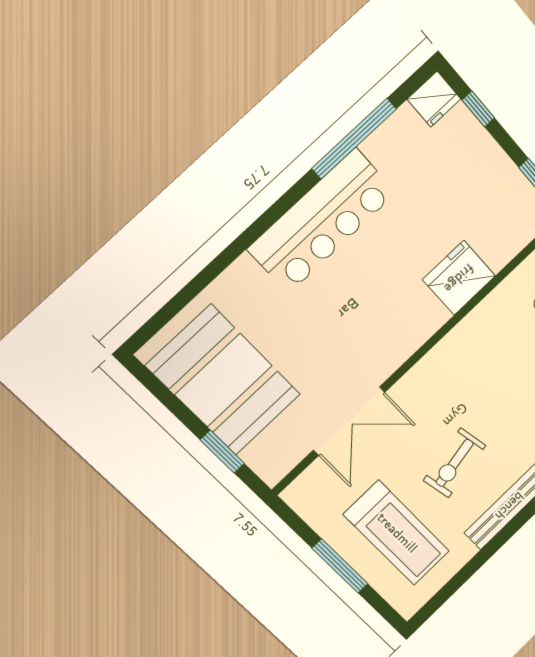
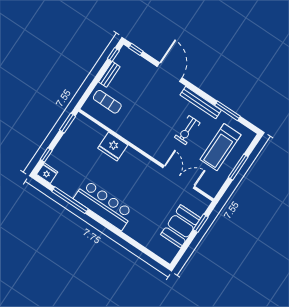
booth: (224, 380) -> (181, 226), width x0.73, depth x0.70
exercise bike: (455, 463) -> (187, 130), turned 101
treadmill: (397, 533) -> (221, 147), turned 180
window: (476, 563) -> (228, 111), added

